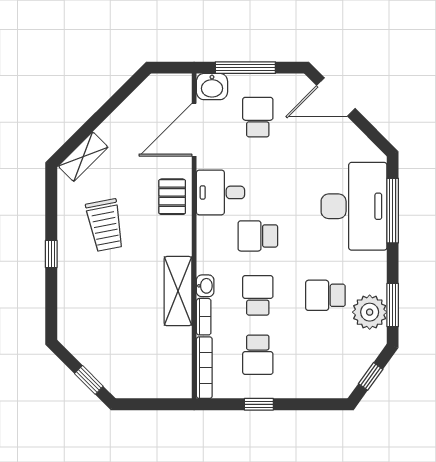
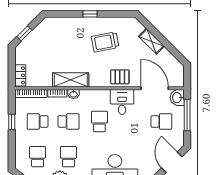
shelving: (83, 157) -> (151, 41), moved
school desk: (325, 355) -> (38, 157), added
locker: (169, 388) -> (20, 75), added

